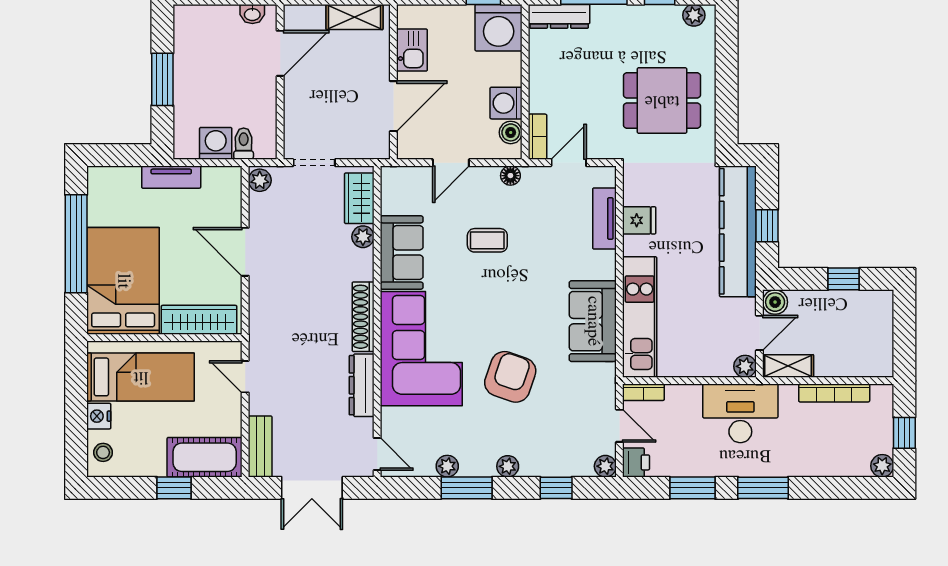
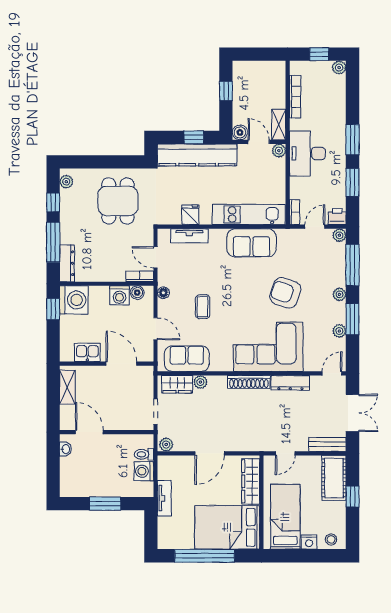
sofa: (402, 252) -> (187, 359), moved
window: (556, 488) -> (352, 265), width x2.17

